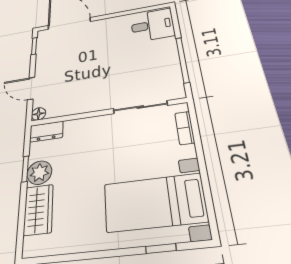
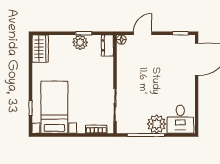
plant: (163, 50) -> (157, 124), added
wardrobe: (38, 210) -> (40, 49), moved, turned -90

